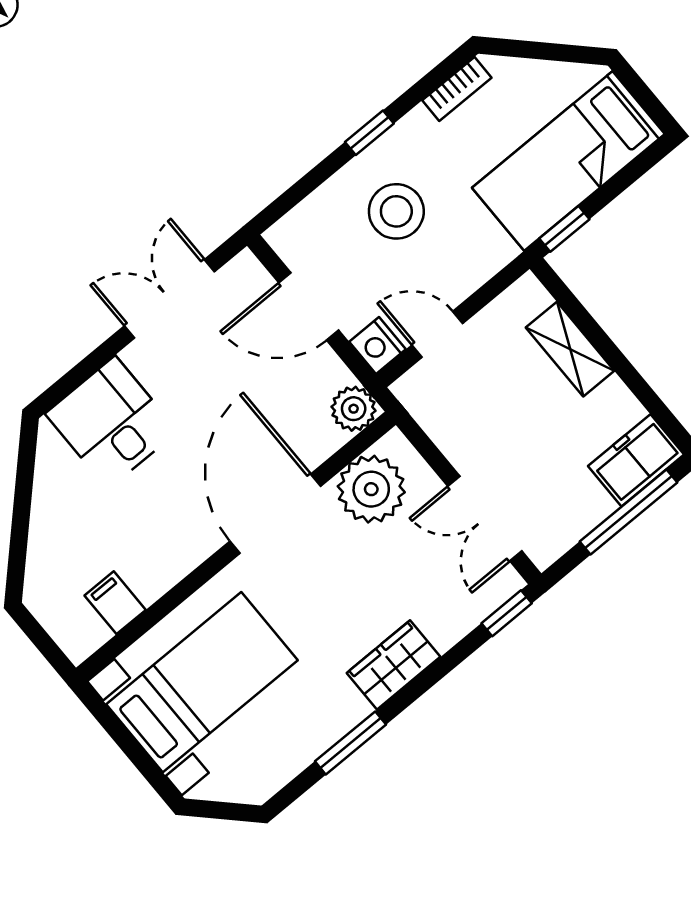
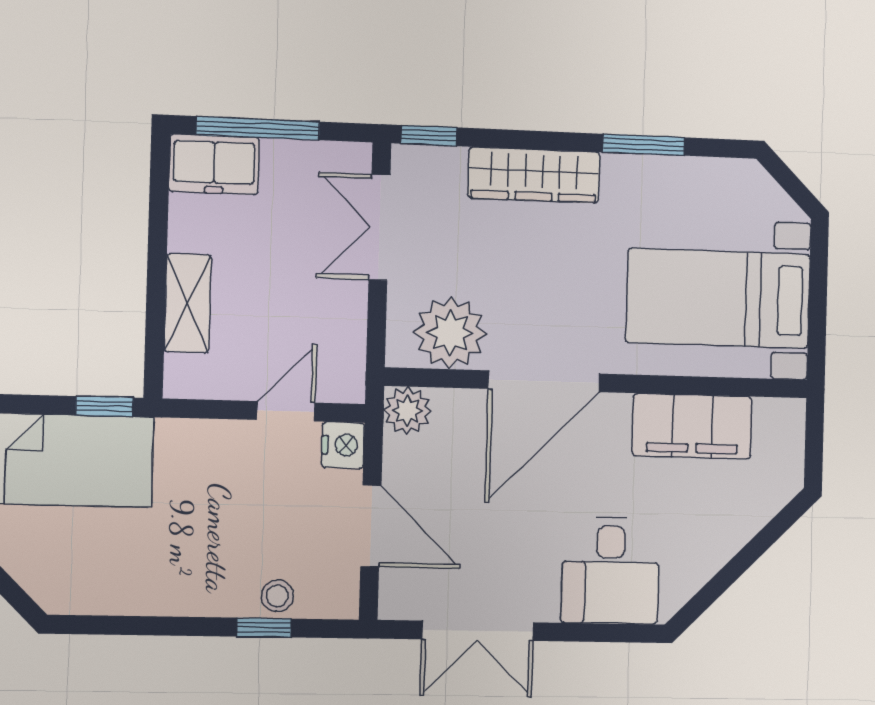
bookcase: (457, 89) -> (91, 600), removed
window: (369, 133) -> (264, 628), moved
stool: (396, 211) -> (277, 596), moved, width x0.53, depth x0.53
door: (437, 334) -> (286, 411), swing flipped
double door: (485, 519) -> (379, 227), swing flipped
filing cabinet: (115, 603) -> (692, 426), width x3.00, depth x1.17
wardrobe: (394, 665) -> (534, 175), width x1.50

